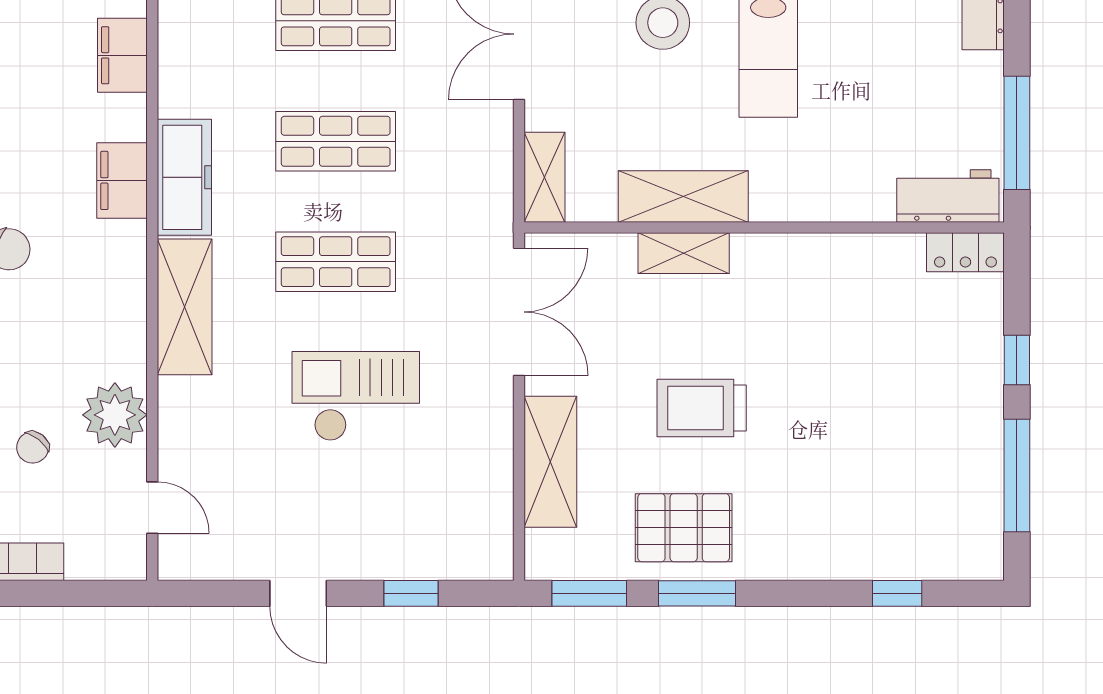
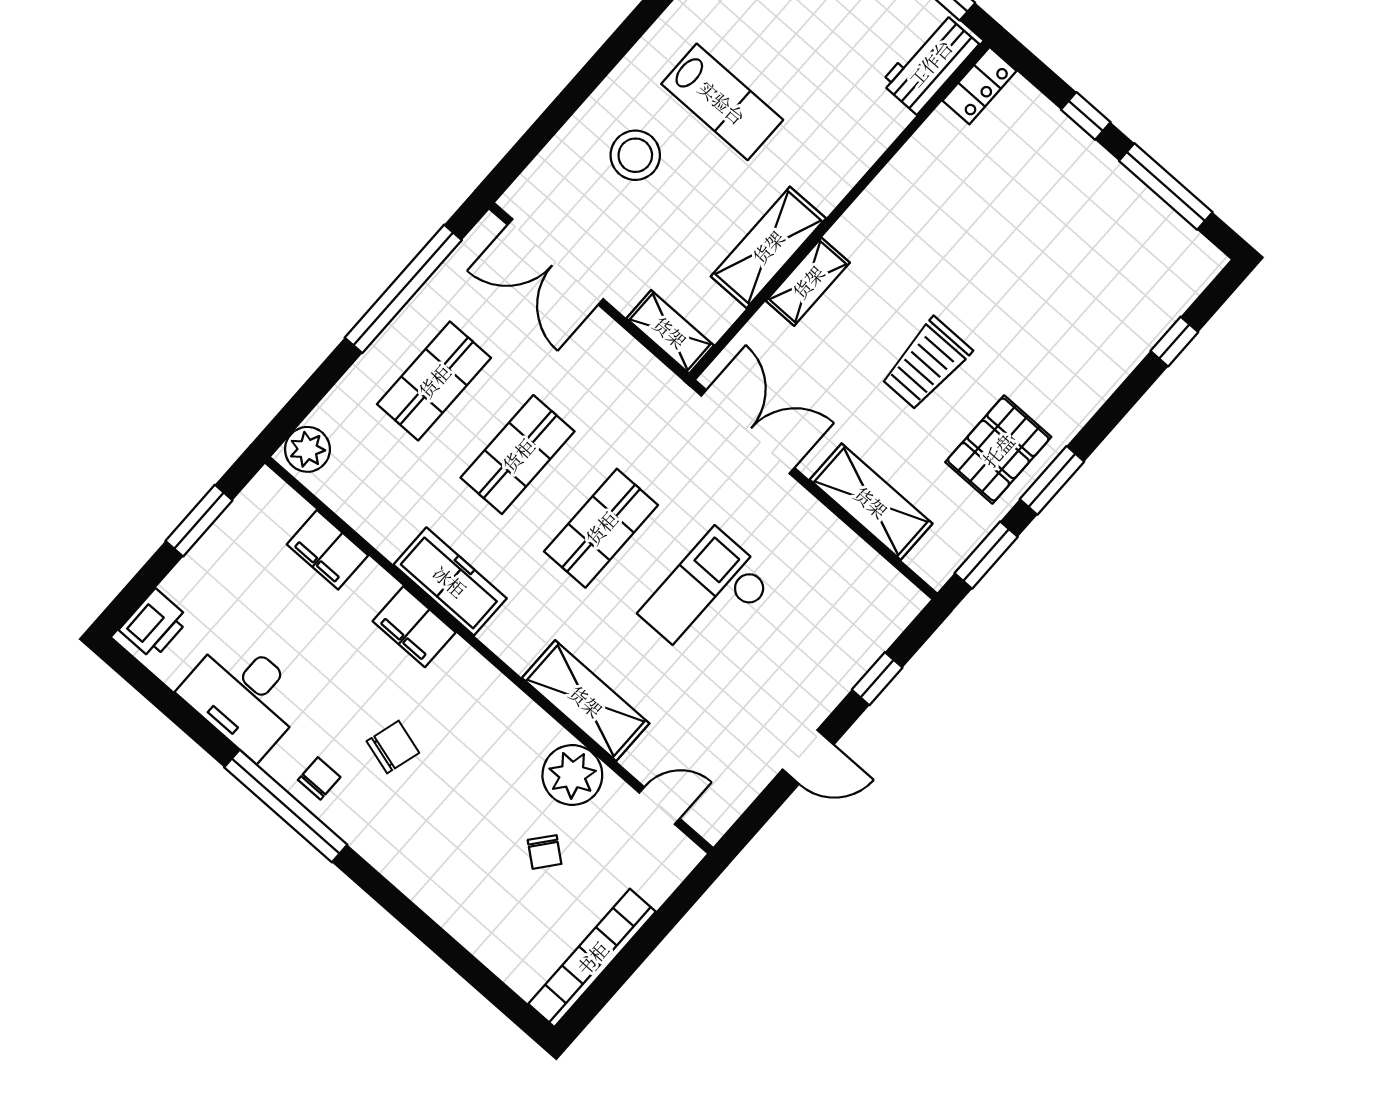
shelving: (185, 307) -> (586, 701), moved

